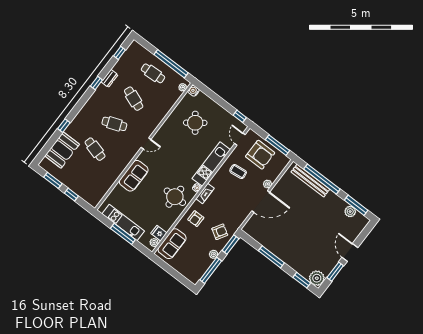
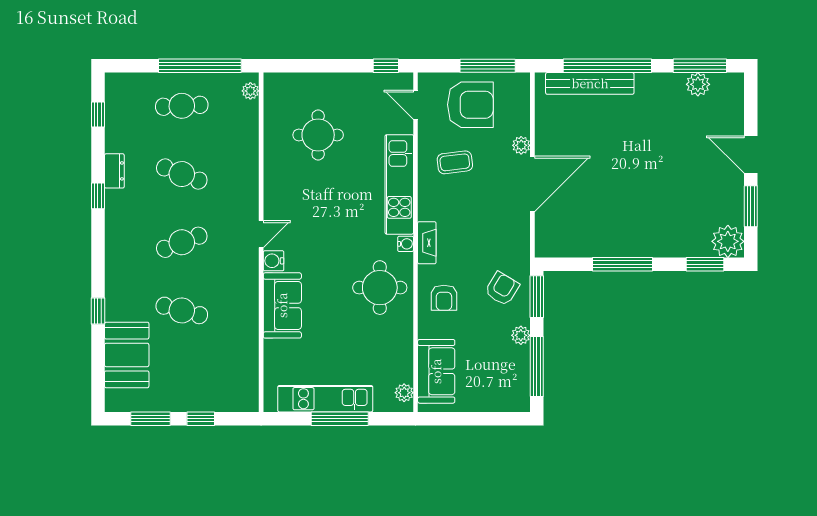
water cooler: (194, 91) -> (274, 261), moved
round table: (195, 123) -> (318, 135), turned 37
fridge: (159, 233) -> (400, 370), removed

